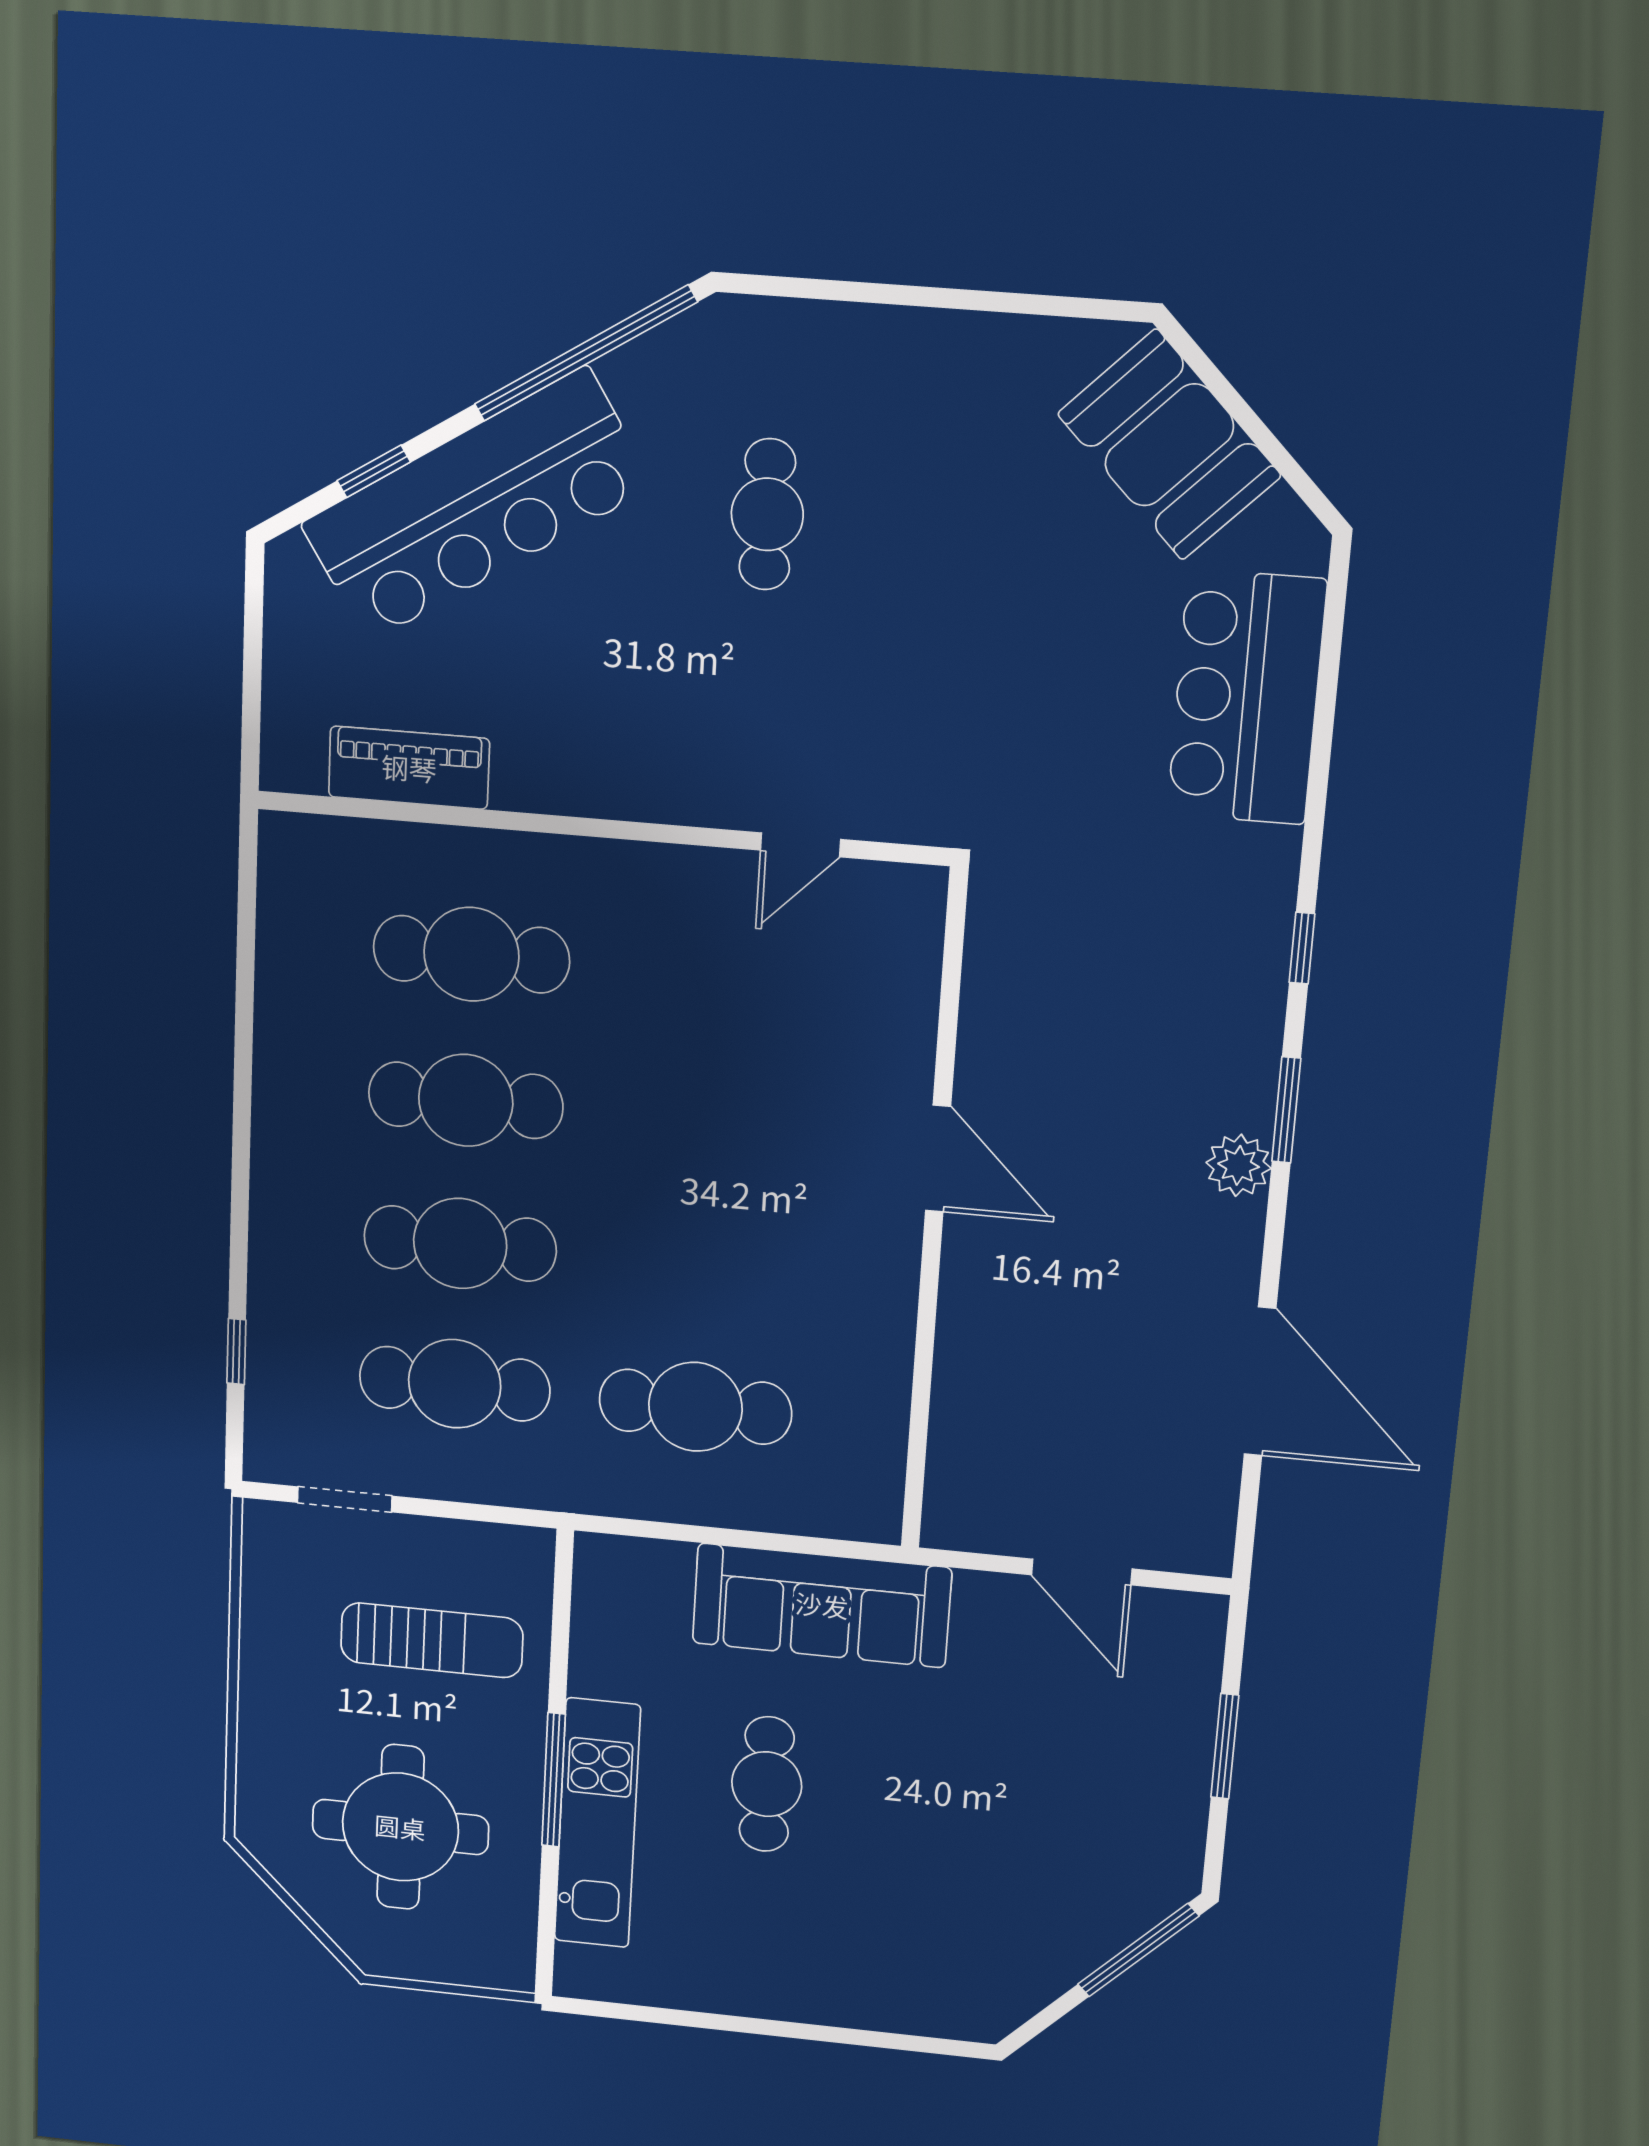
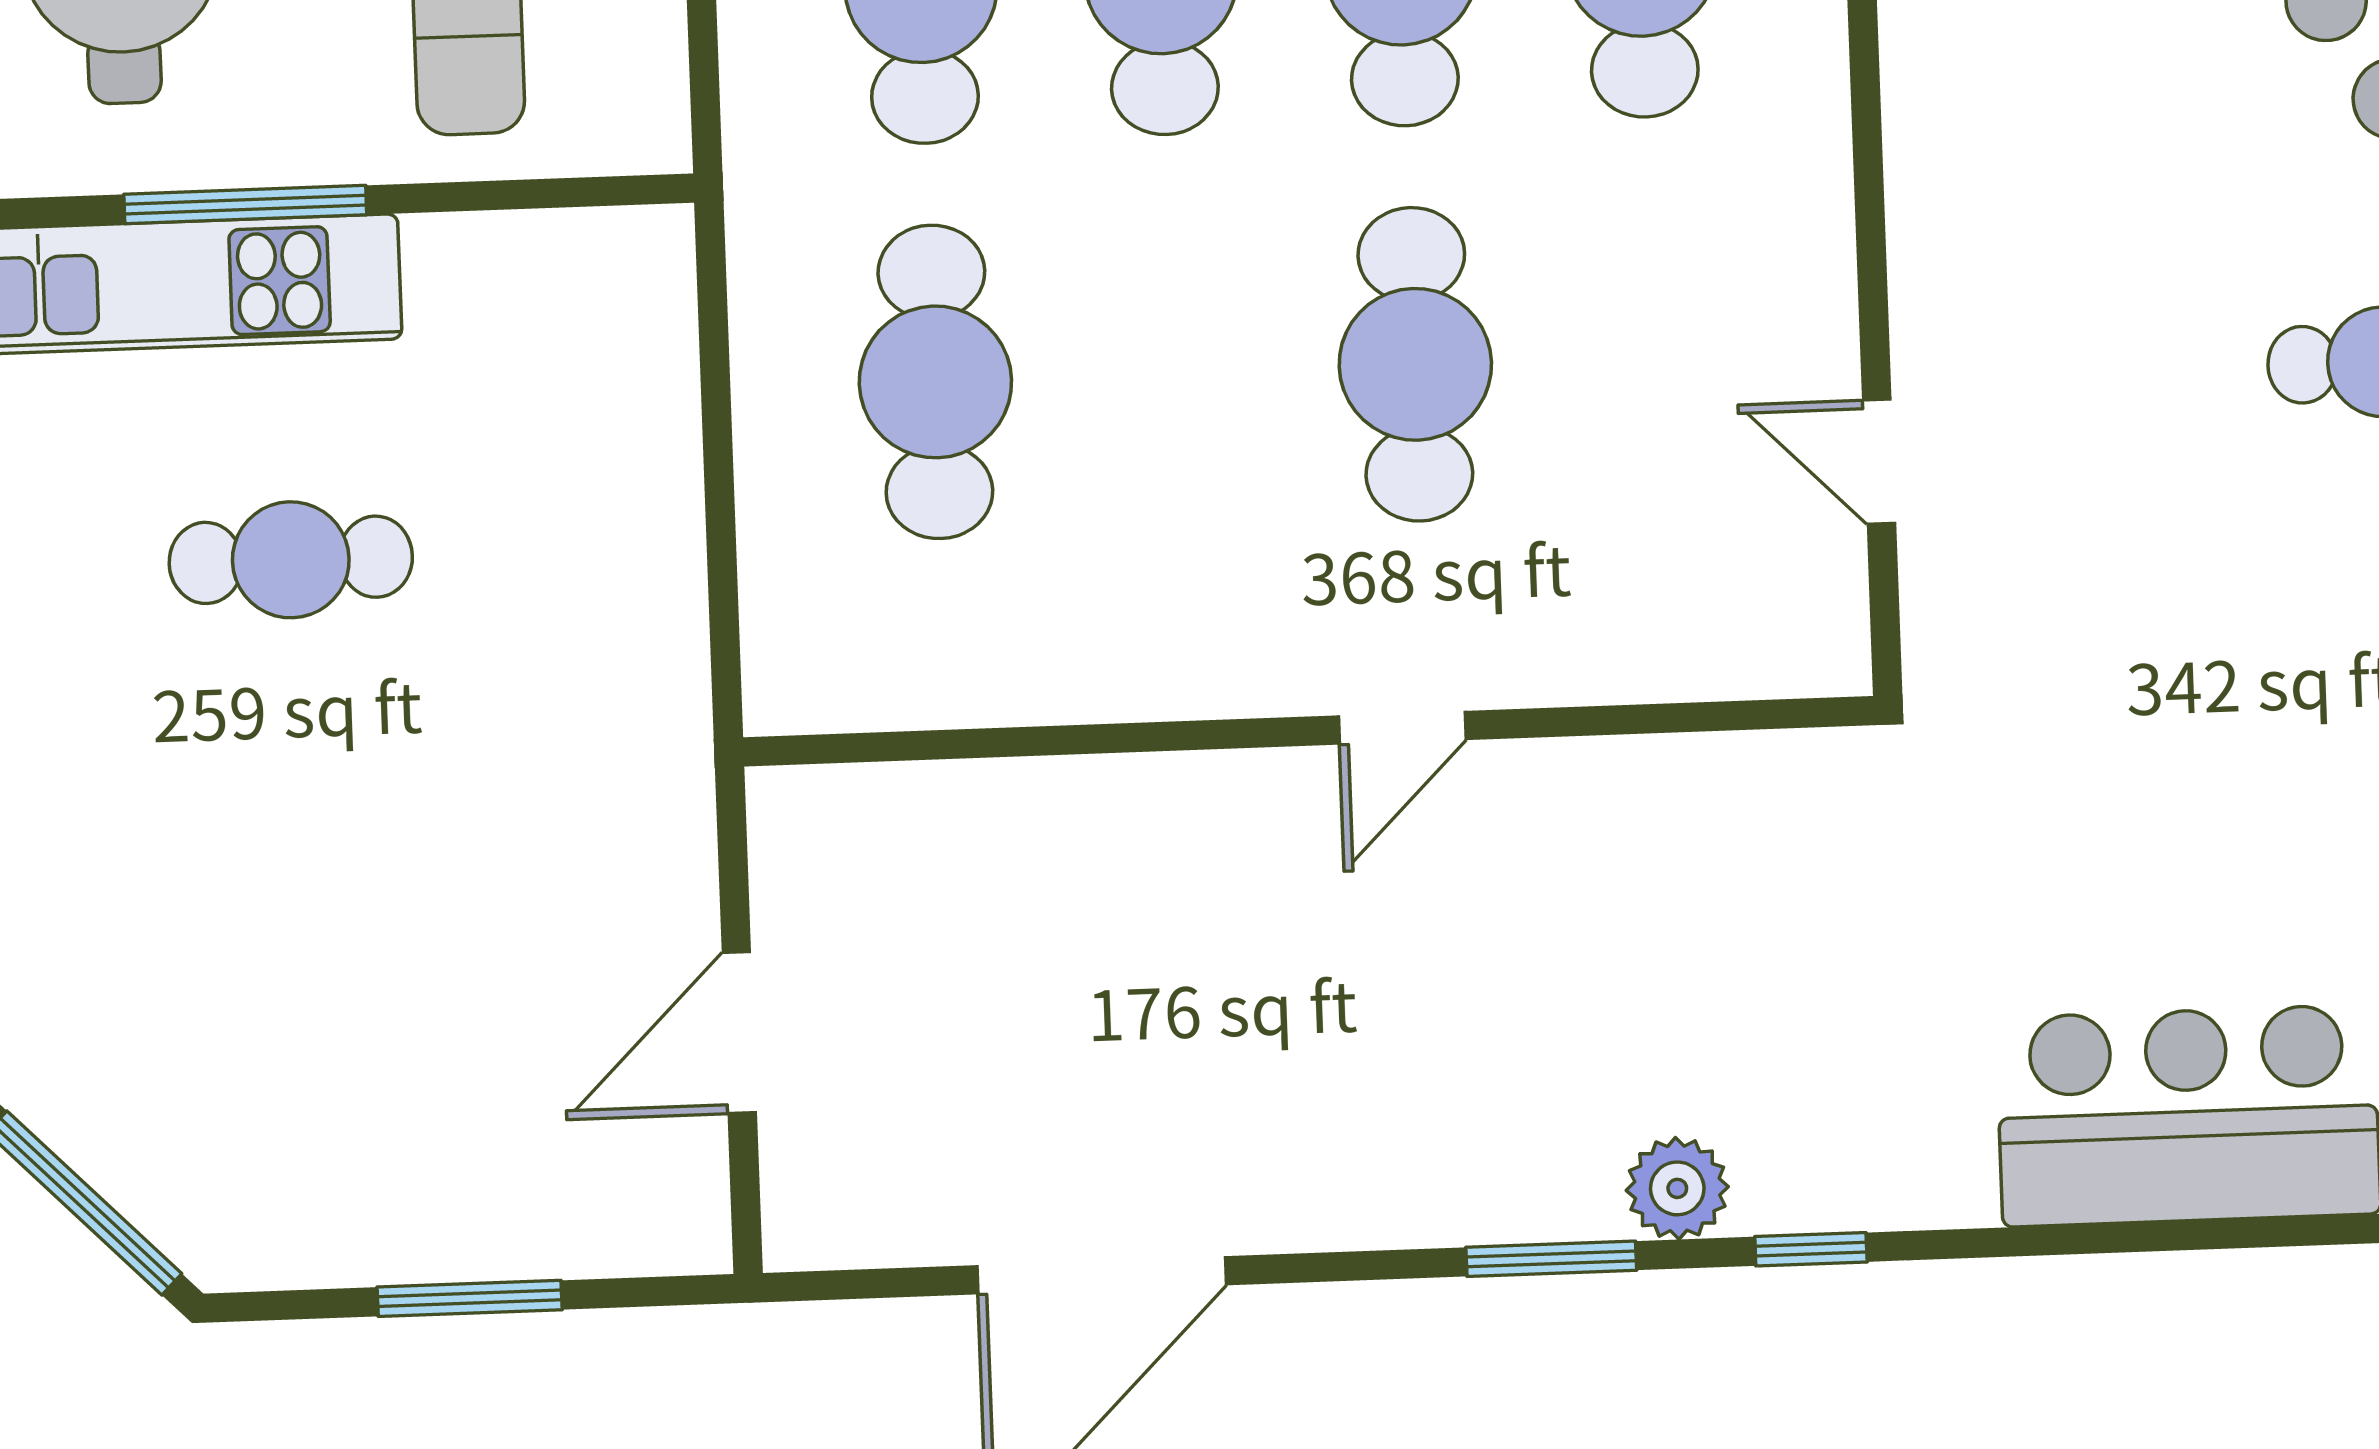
cafe table: (711, 1122) -> (1415, 364), added
door: (938, 1159) -> (1402, 728), width x0.73
plant: (1239, 1165) -> (1677, 1188), moved
sofa: (822, 1605) -> (621, 619), removed

